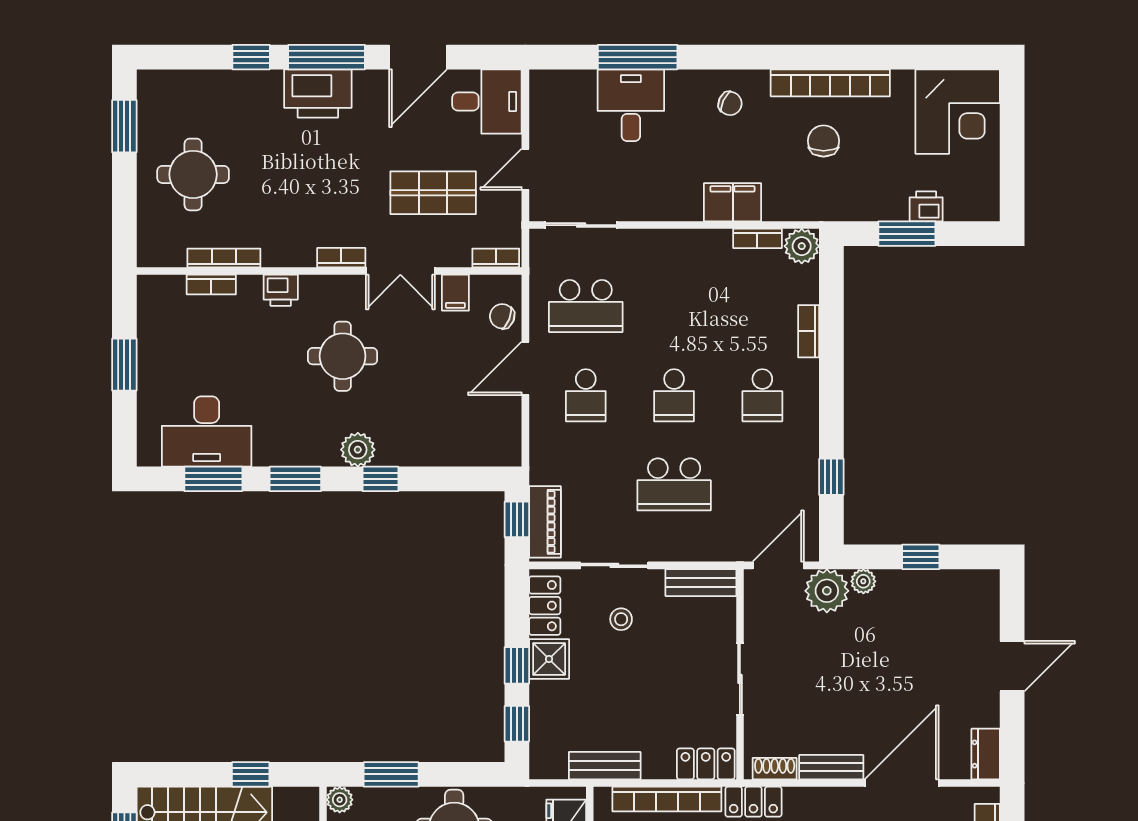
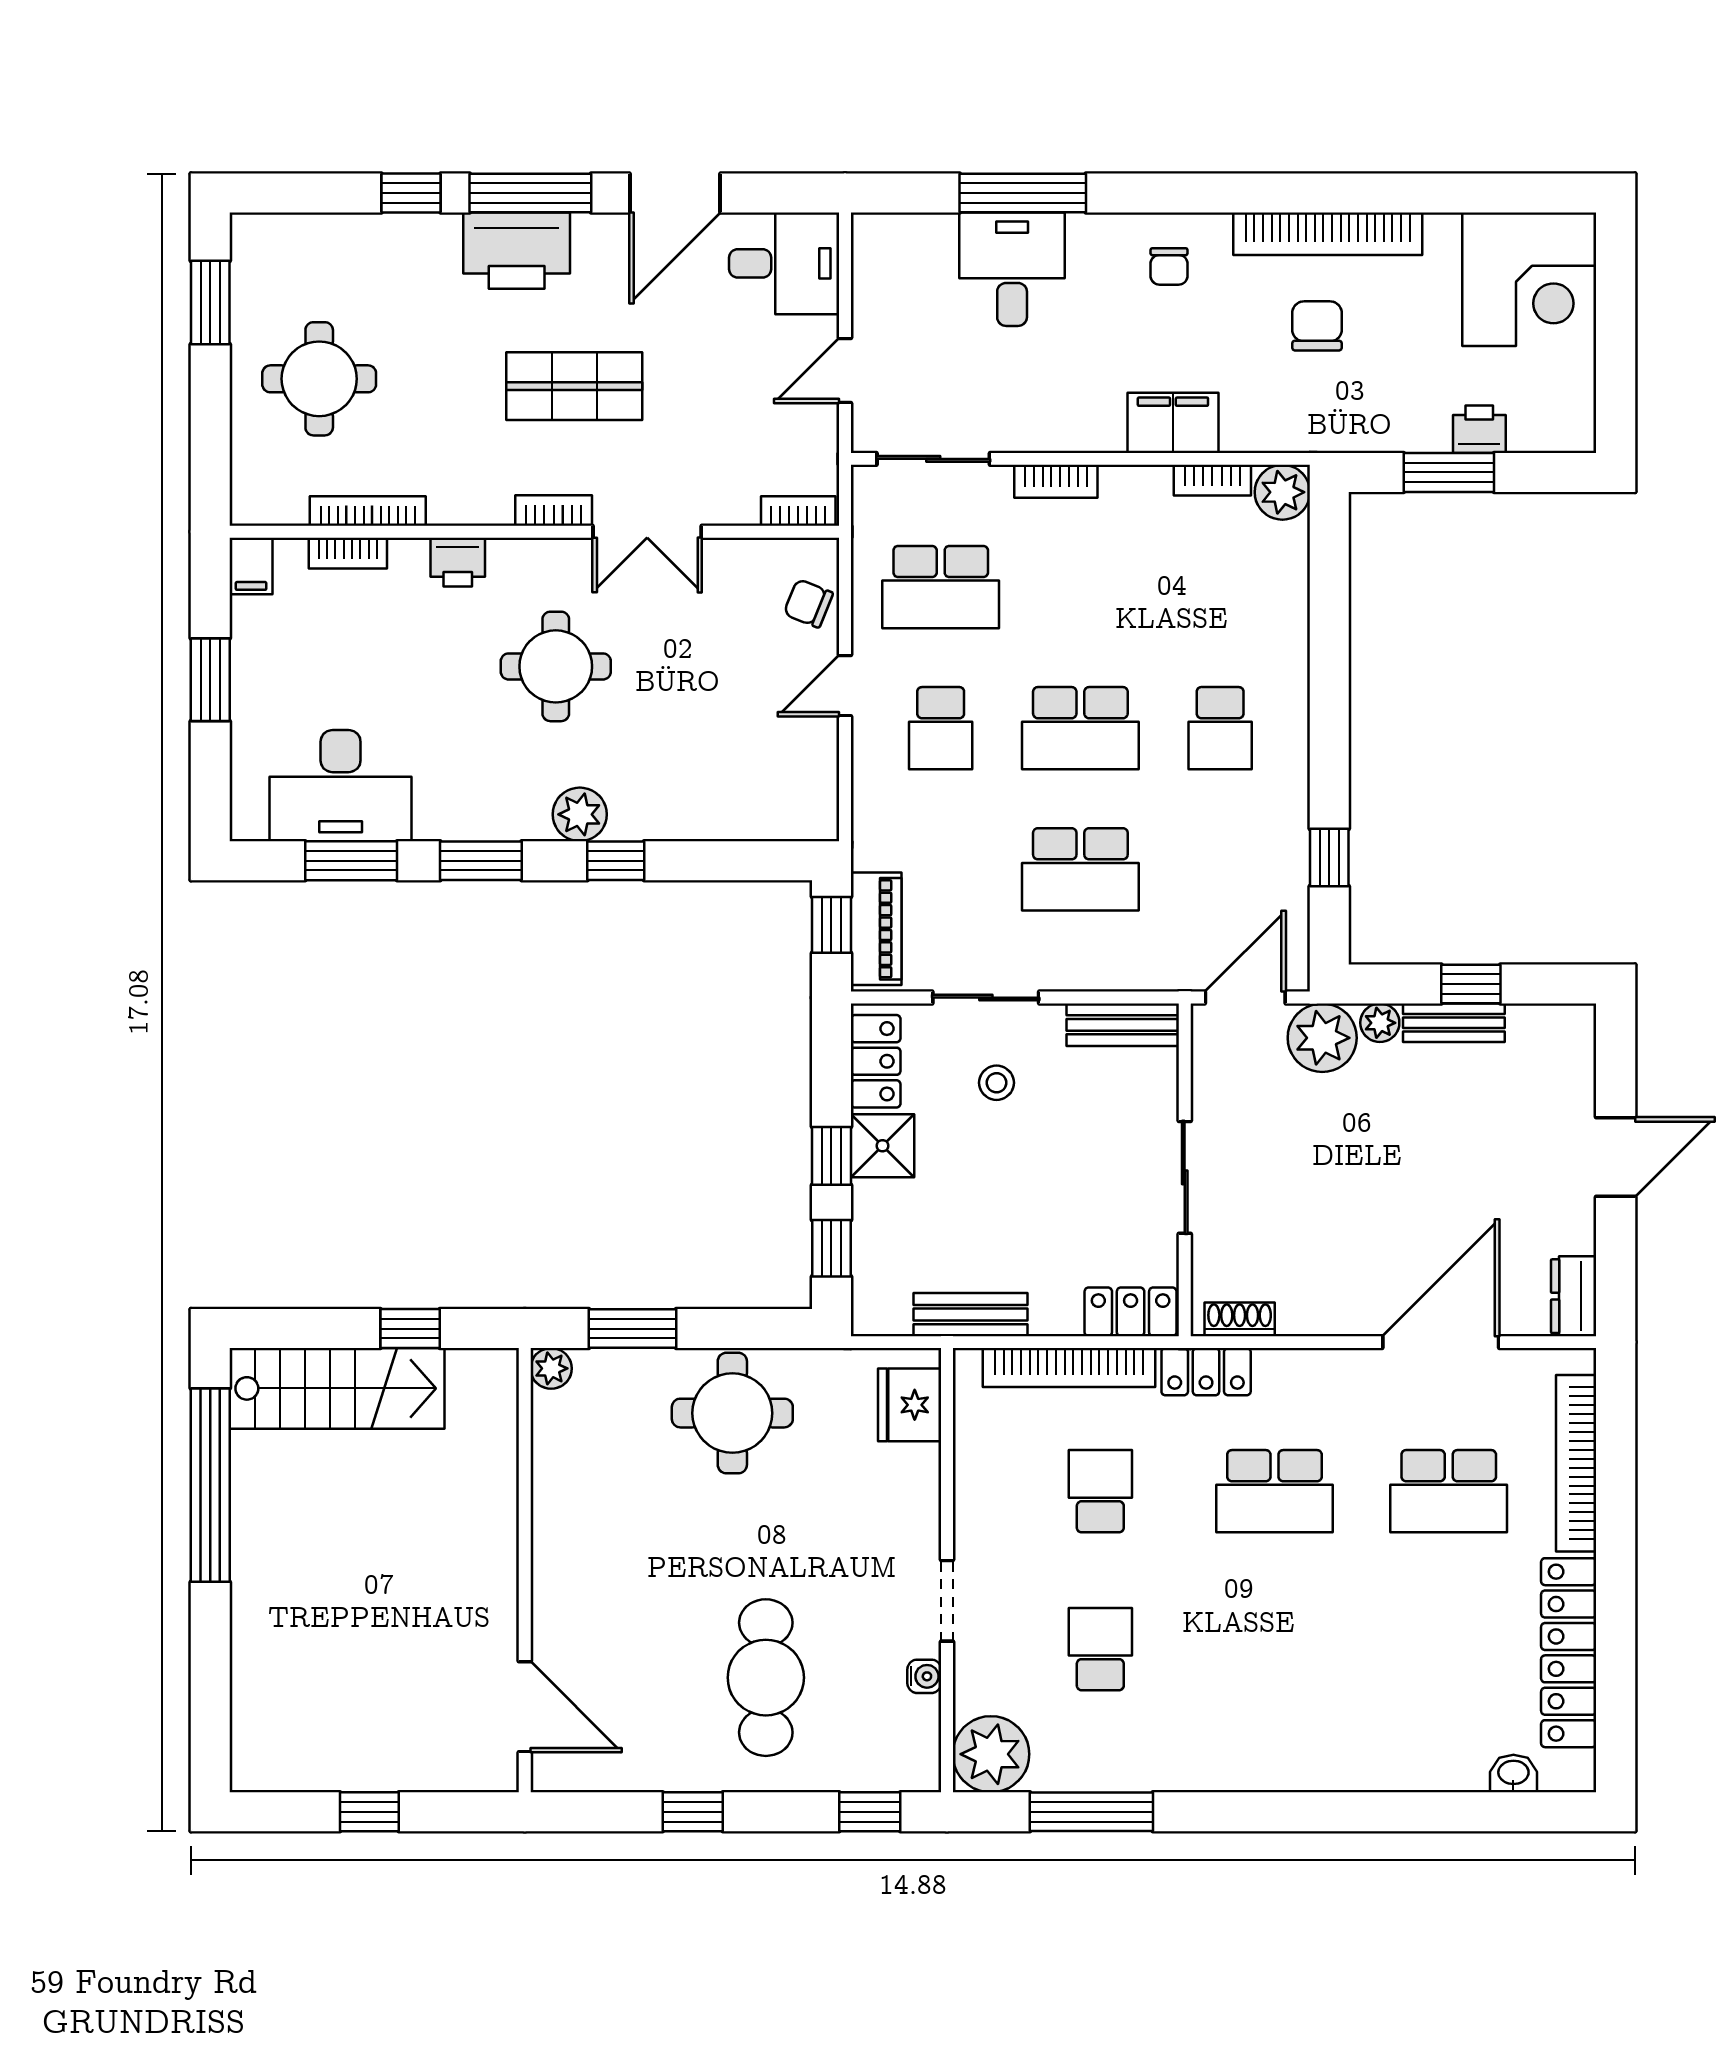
chair: (730, 103) -> (1169, 266), turned 65
shop shelf: (433, 193) -> (574, 386), moved
filing cabinet: (455, 293) -> (251, 566), moved
bookcase: (809, 331) -> (1056, 481), moved, turned -90
door: (525, 368) -> (845, 686), width x0.73
school desk: (674, 395) -> (1080, 728), width x1.85
bench: (831, 767) -> (1454, 1023), moved

